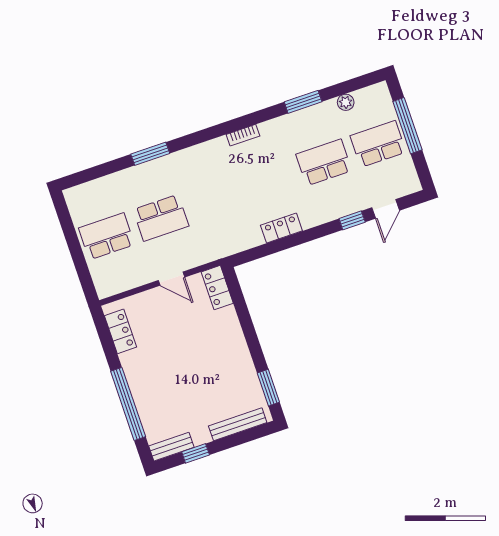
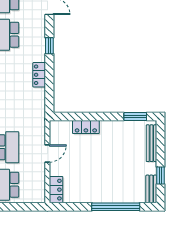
window: (352, 220) -> (49, 46), moved
locker: (217, 288) -> (86, 127), moved
locker: (120, 331) -> (56, 190), moved, turned 90

